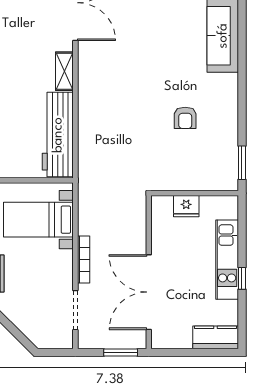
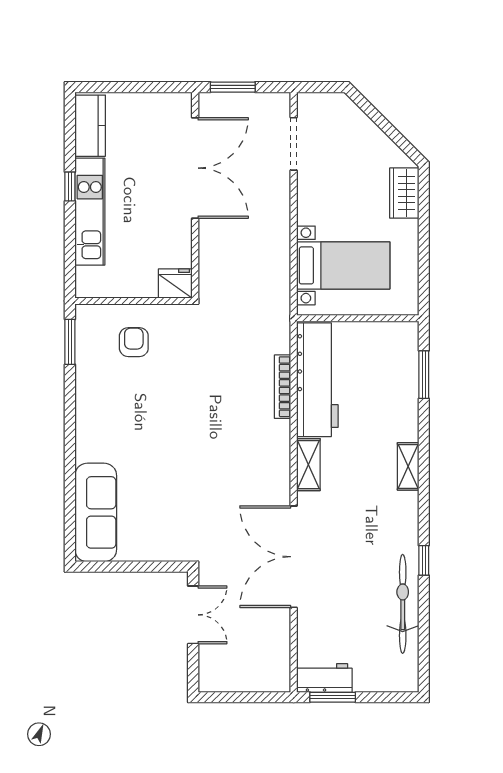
armchair: (185, 118) -> (134, 342), moved
fridge: (186, 206) -> (175, 283), moved
bookcase: (84, 259) -> (283, 387), moved
kitchen counter: (216, 337) -> (90, 126), moved, turned -90

